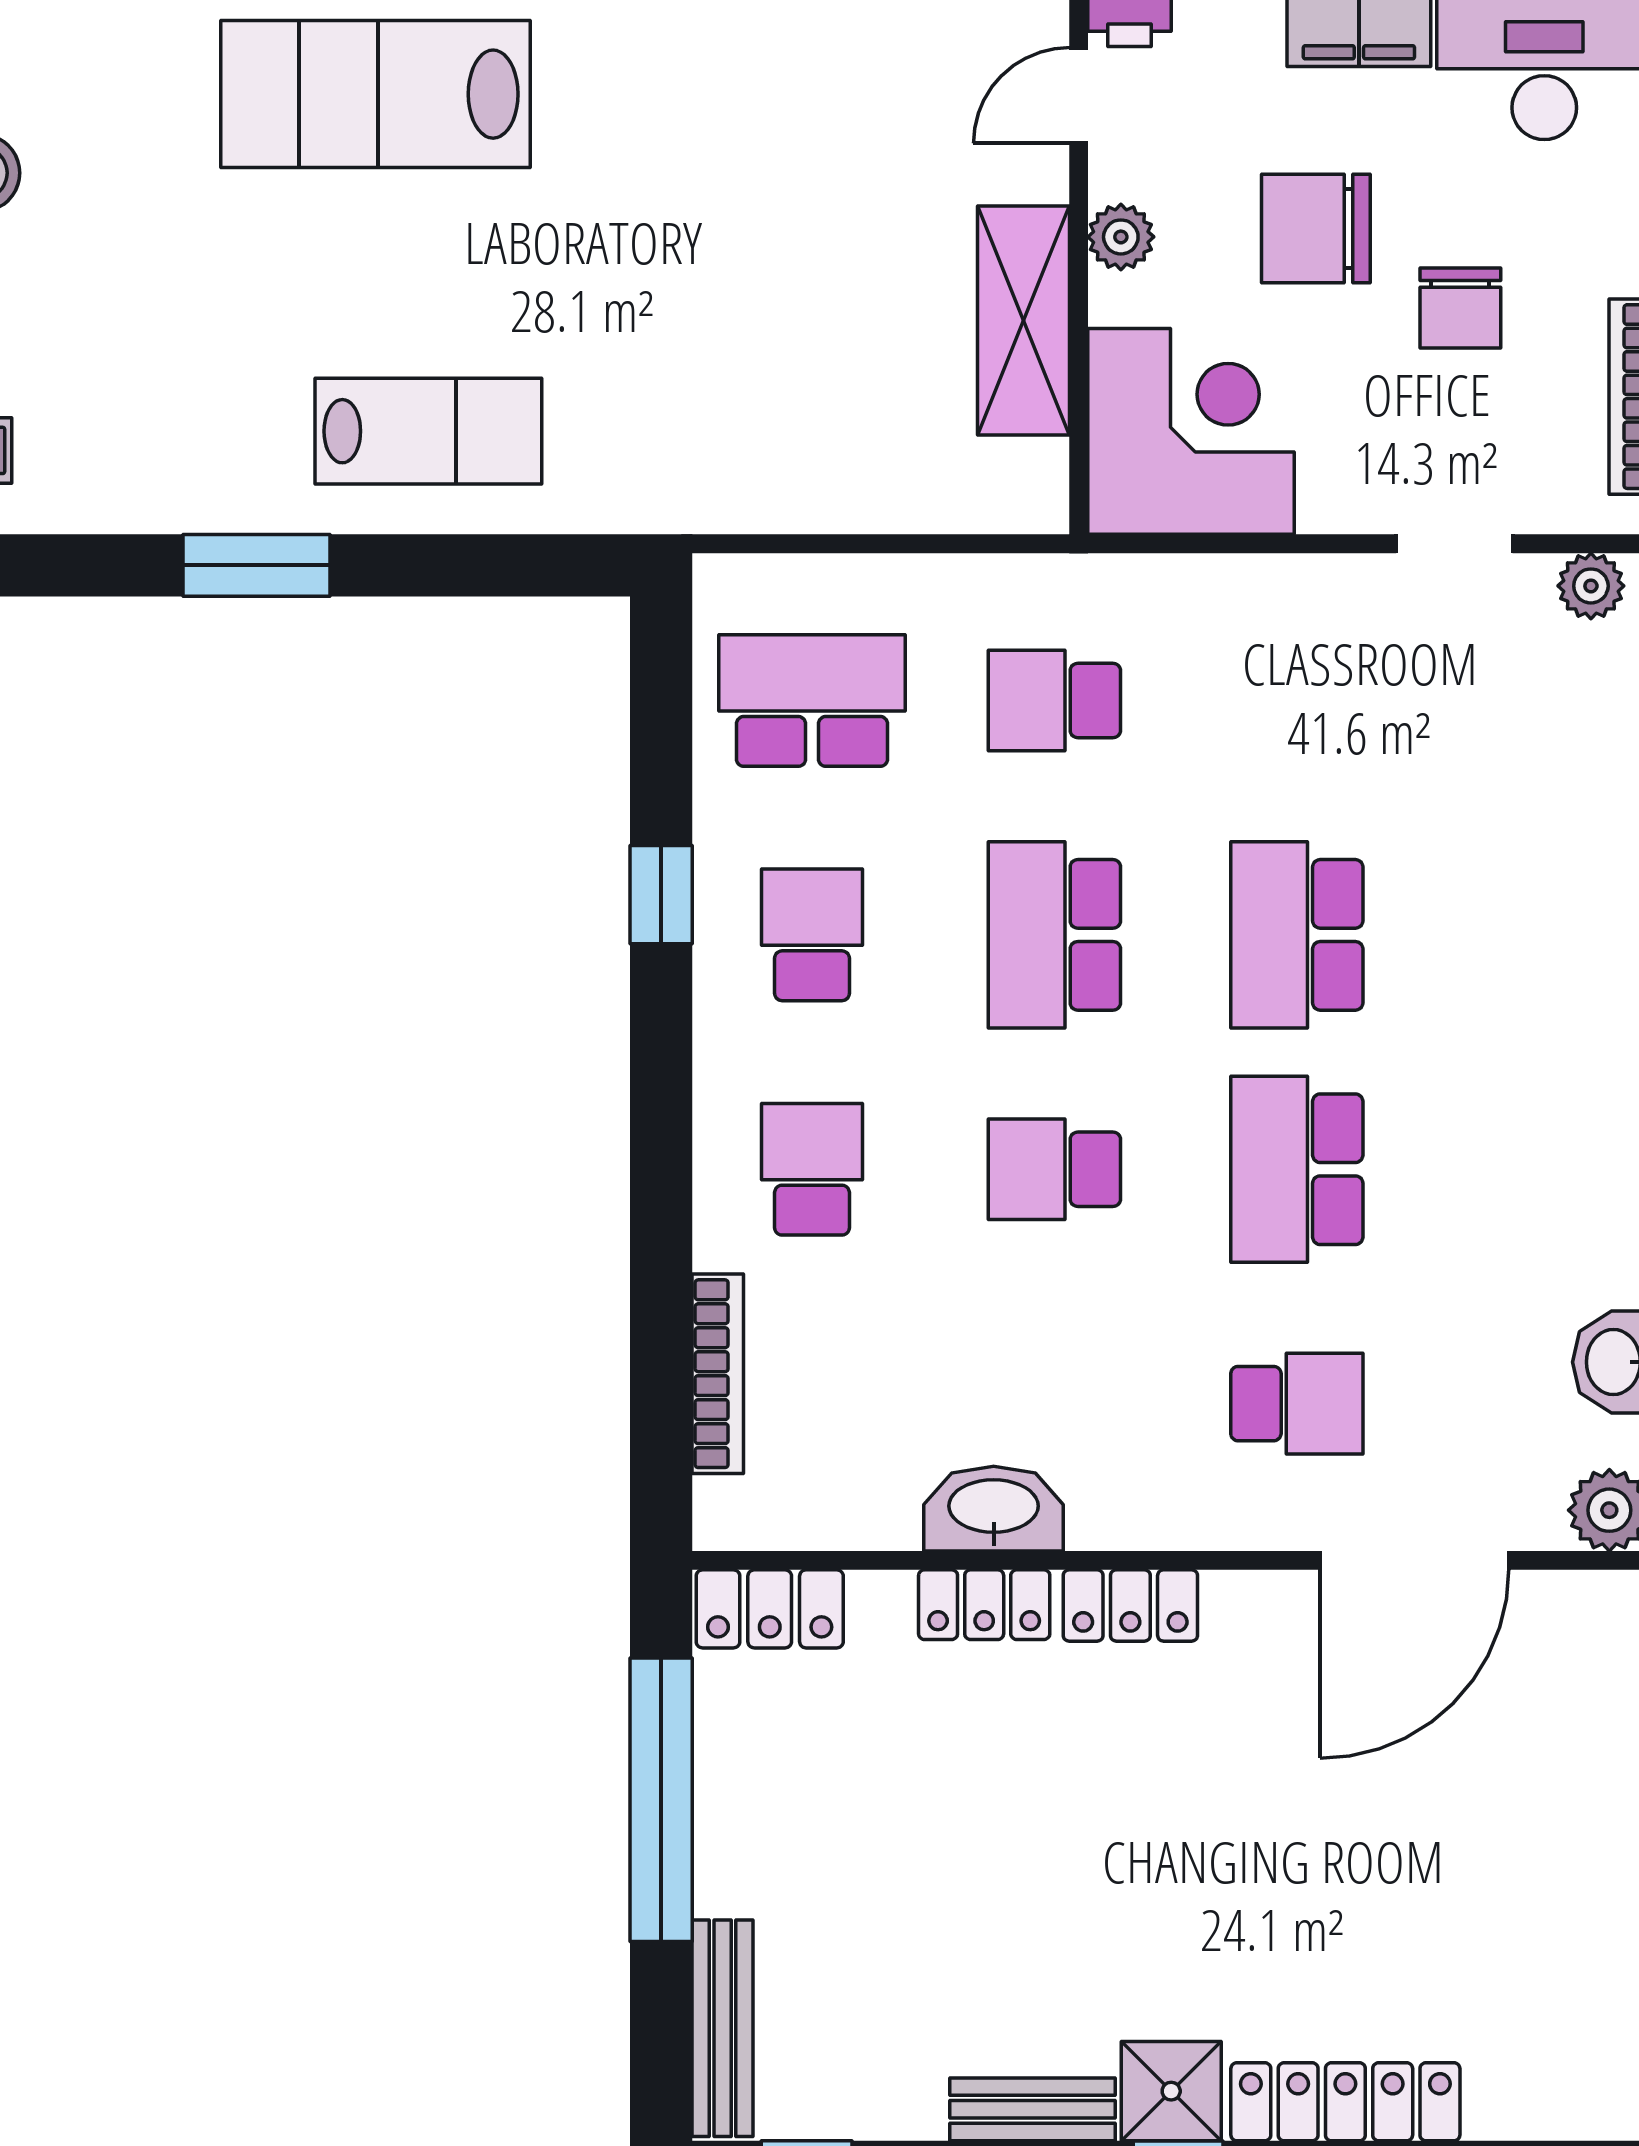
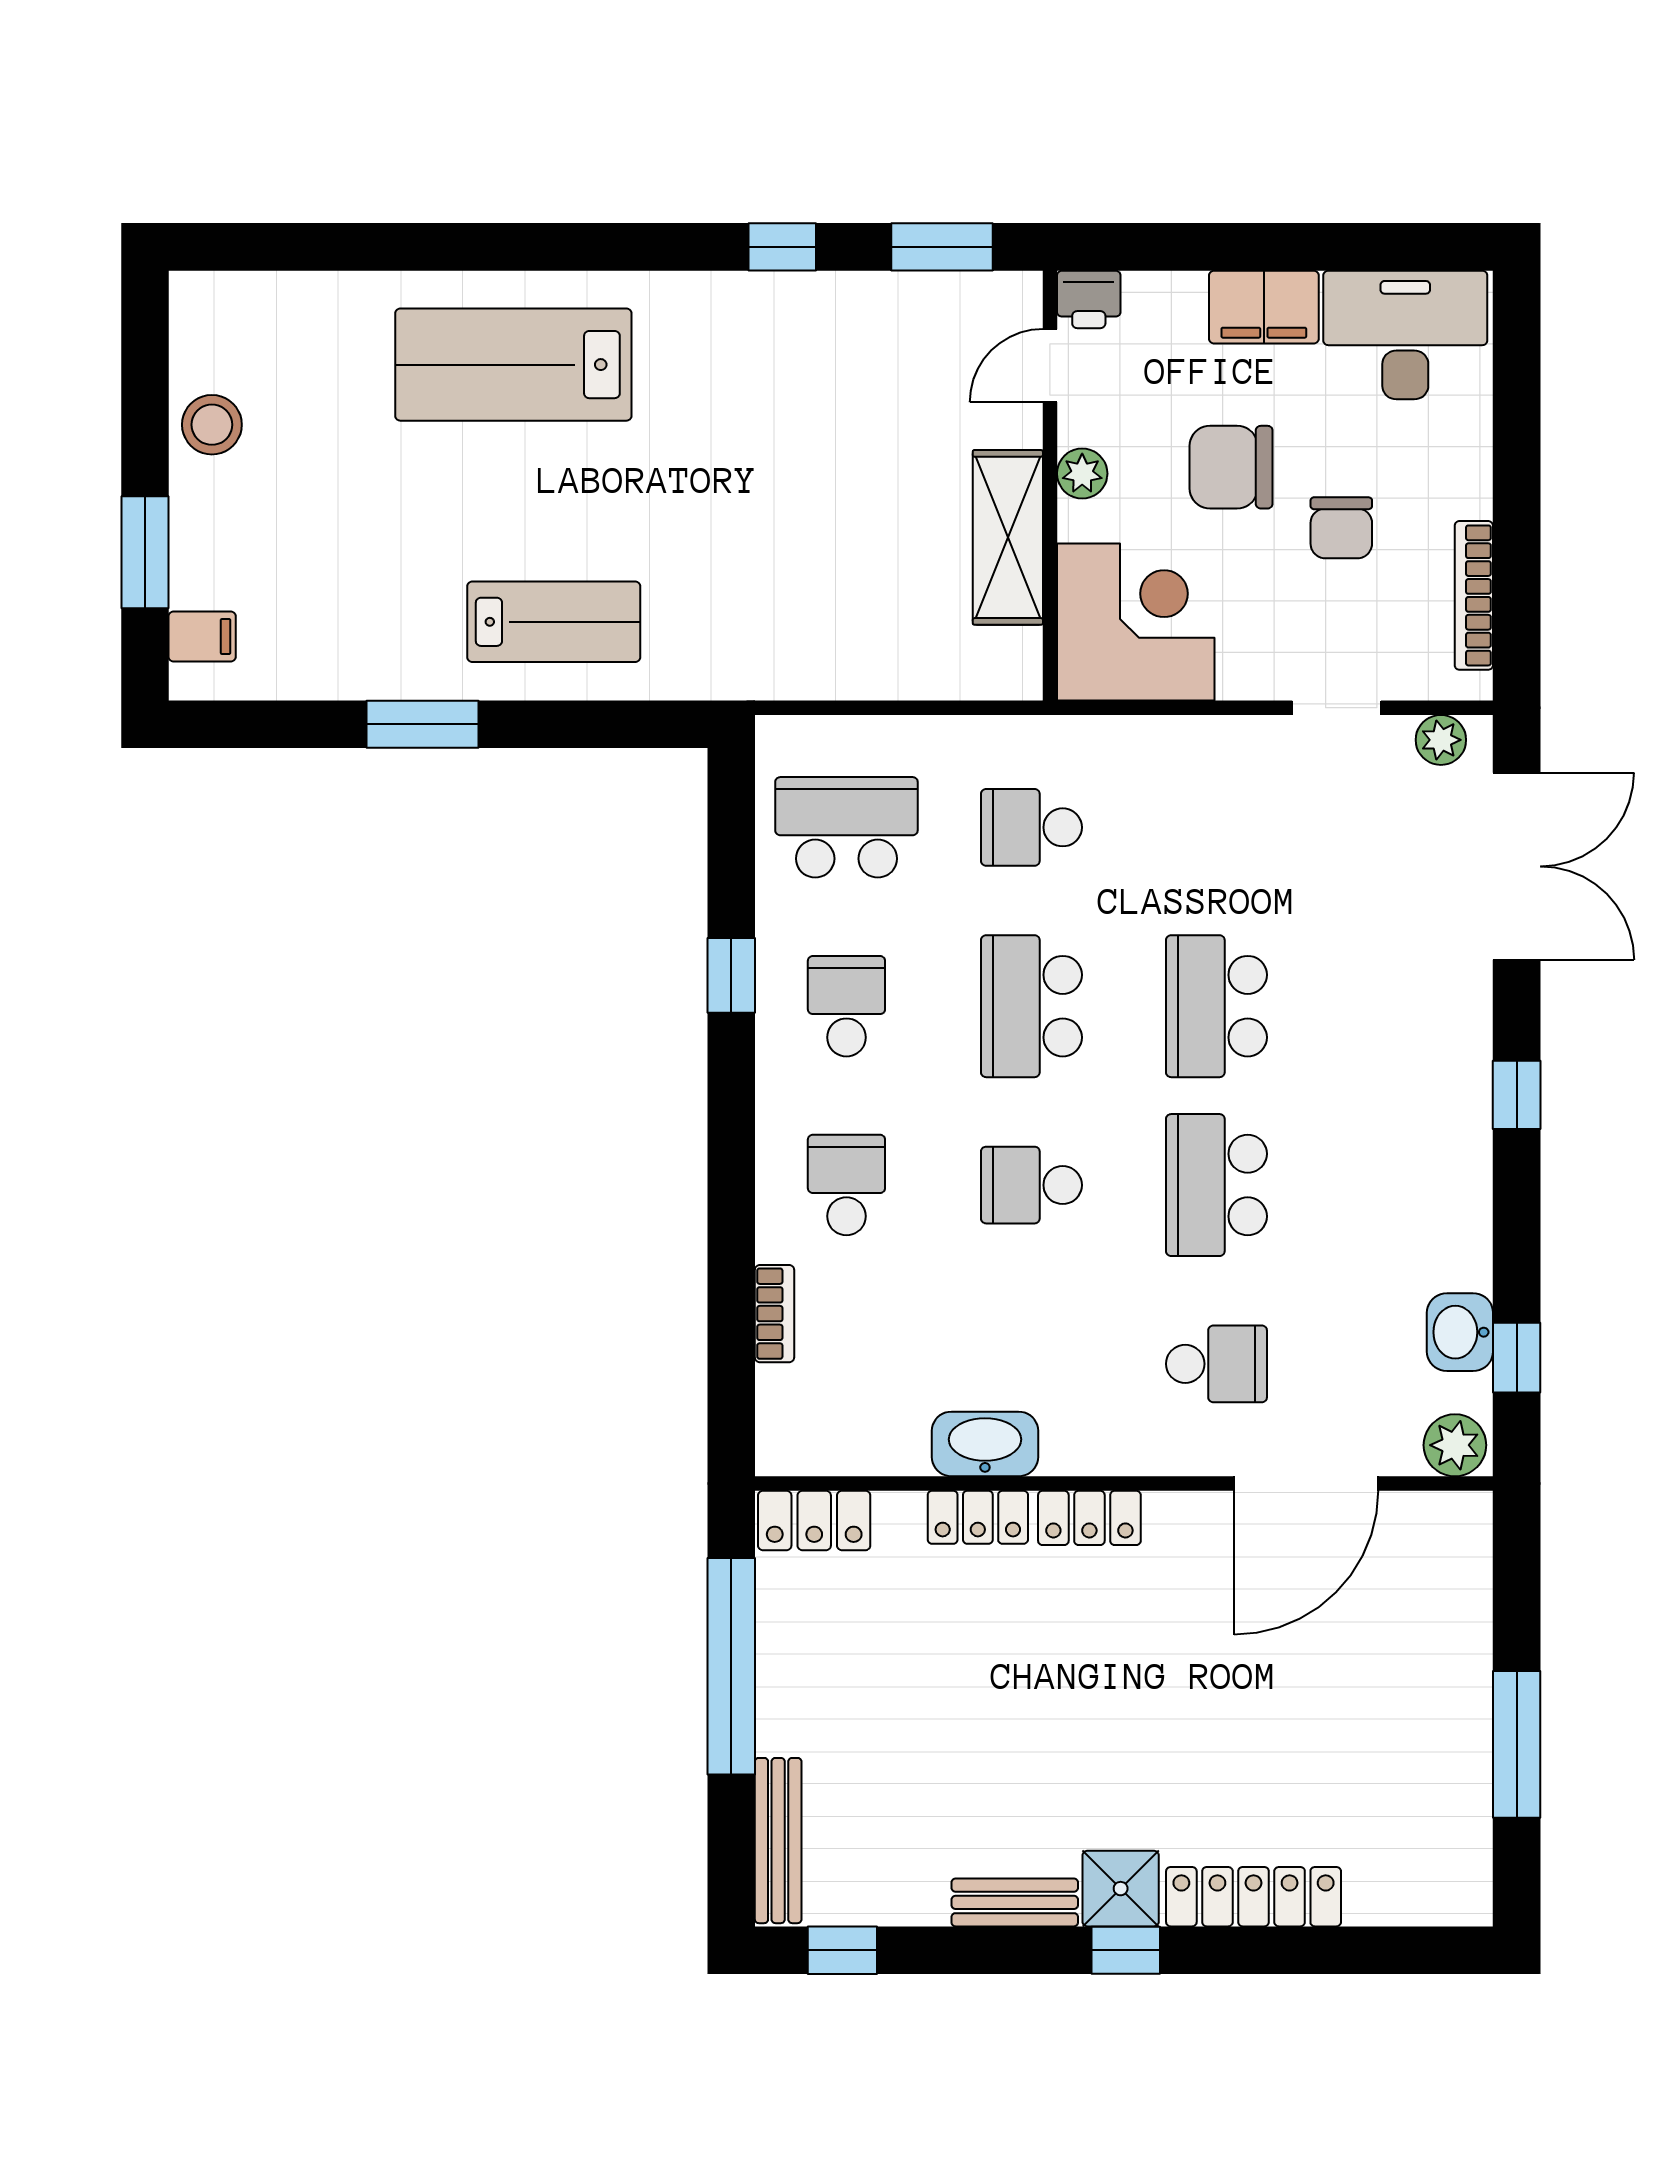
bookcase: (718, 1374) -> (775, 1314), width x0.64

